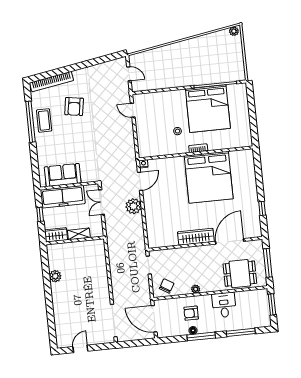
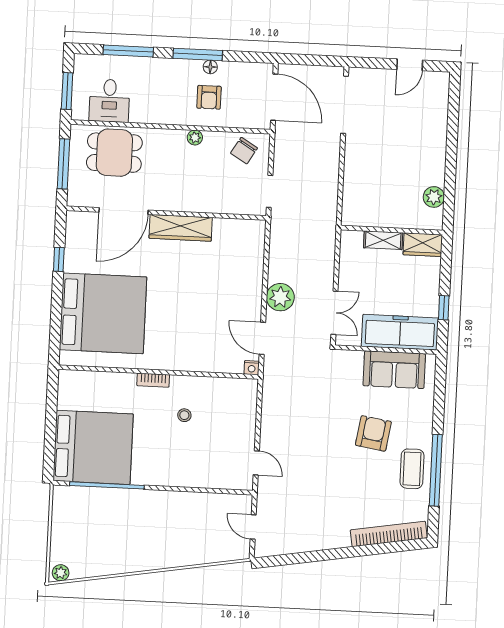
armchair: (74, 106) -> (373, 433), moved
bed: (208, 109) -> (93, 447), moved, turned 90
bed: (209, 177) -> (103, 313), moved, turned 90
door: (140, 181) -> (262, 338), hinge flipped
shelving: (79, 234) -> (383, 240), moved
wardrobe: (56, 235) -> (423, 245), moved
wall: (75, 240) -> (392, 230), moved
desk: (224, 305) -> (109, 101), moved
armchair: (191, 313) -> (209, 97), turned 90

